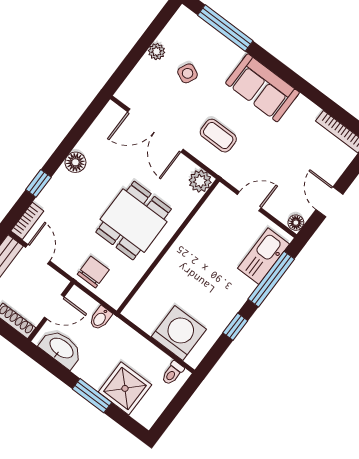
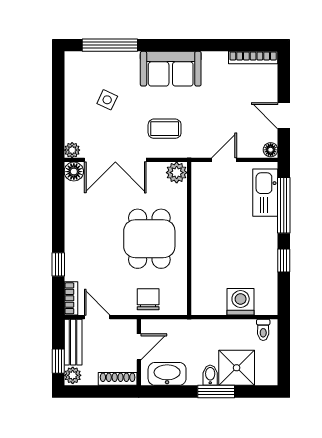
plant: (157, 52) -> (72, 150), moved
floor lamp: (75, 162) -> (74, 172), moved
bidet: (100, 318) -> (210, 375), moved, turned 180
washing machine: (179, 333) -> (241, 302), width x0.73, depth x0.73

